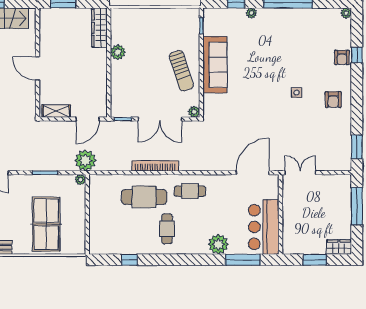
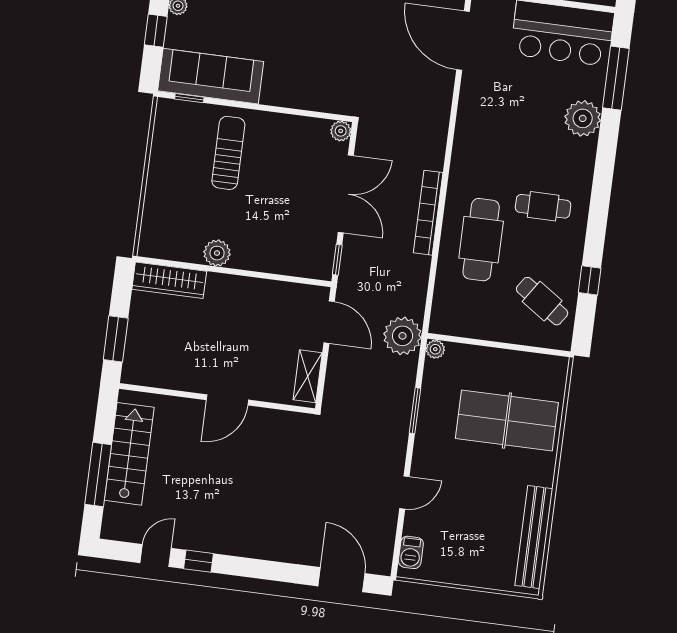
sofa: (215, 65) -> (211, 76), moved
sun lounger: (181, 71) -> (228, 153), moved, turned -72
cafe table: (190, 191) -> (542, 301), moved, turned -56

